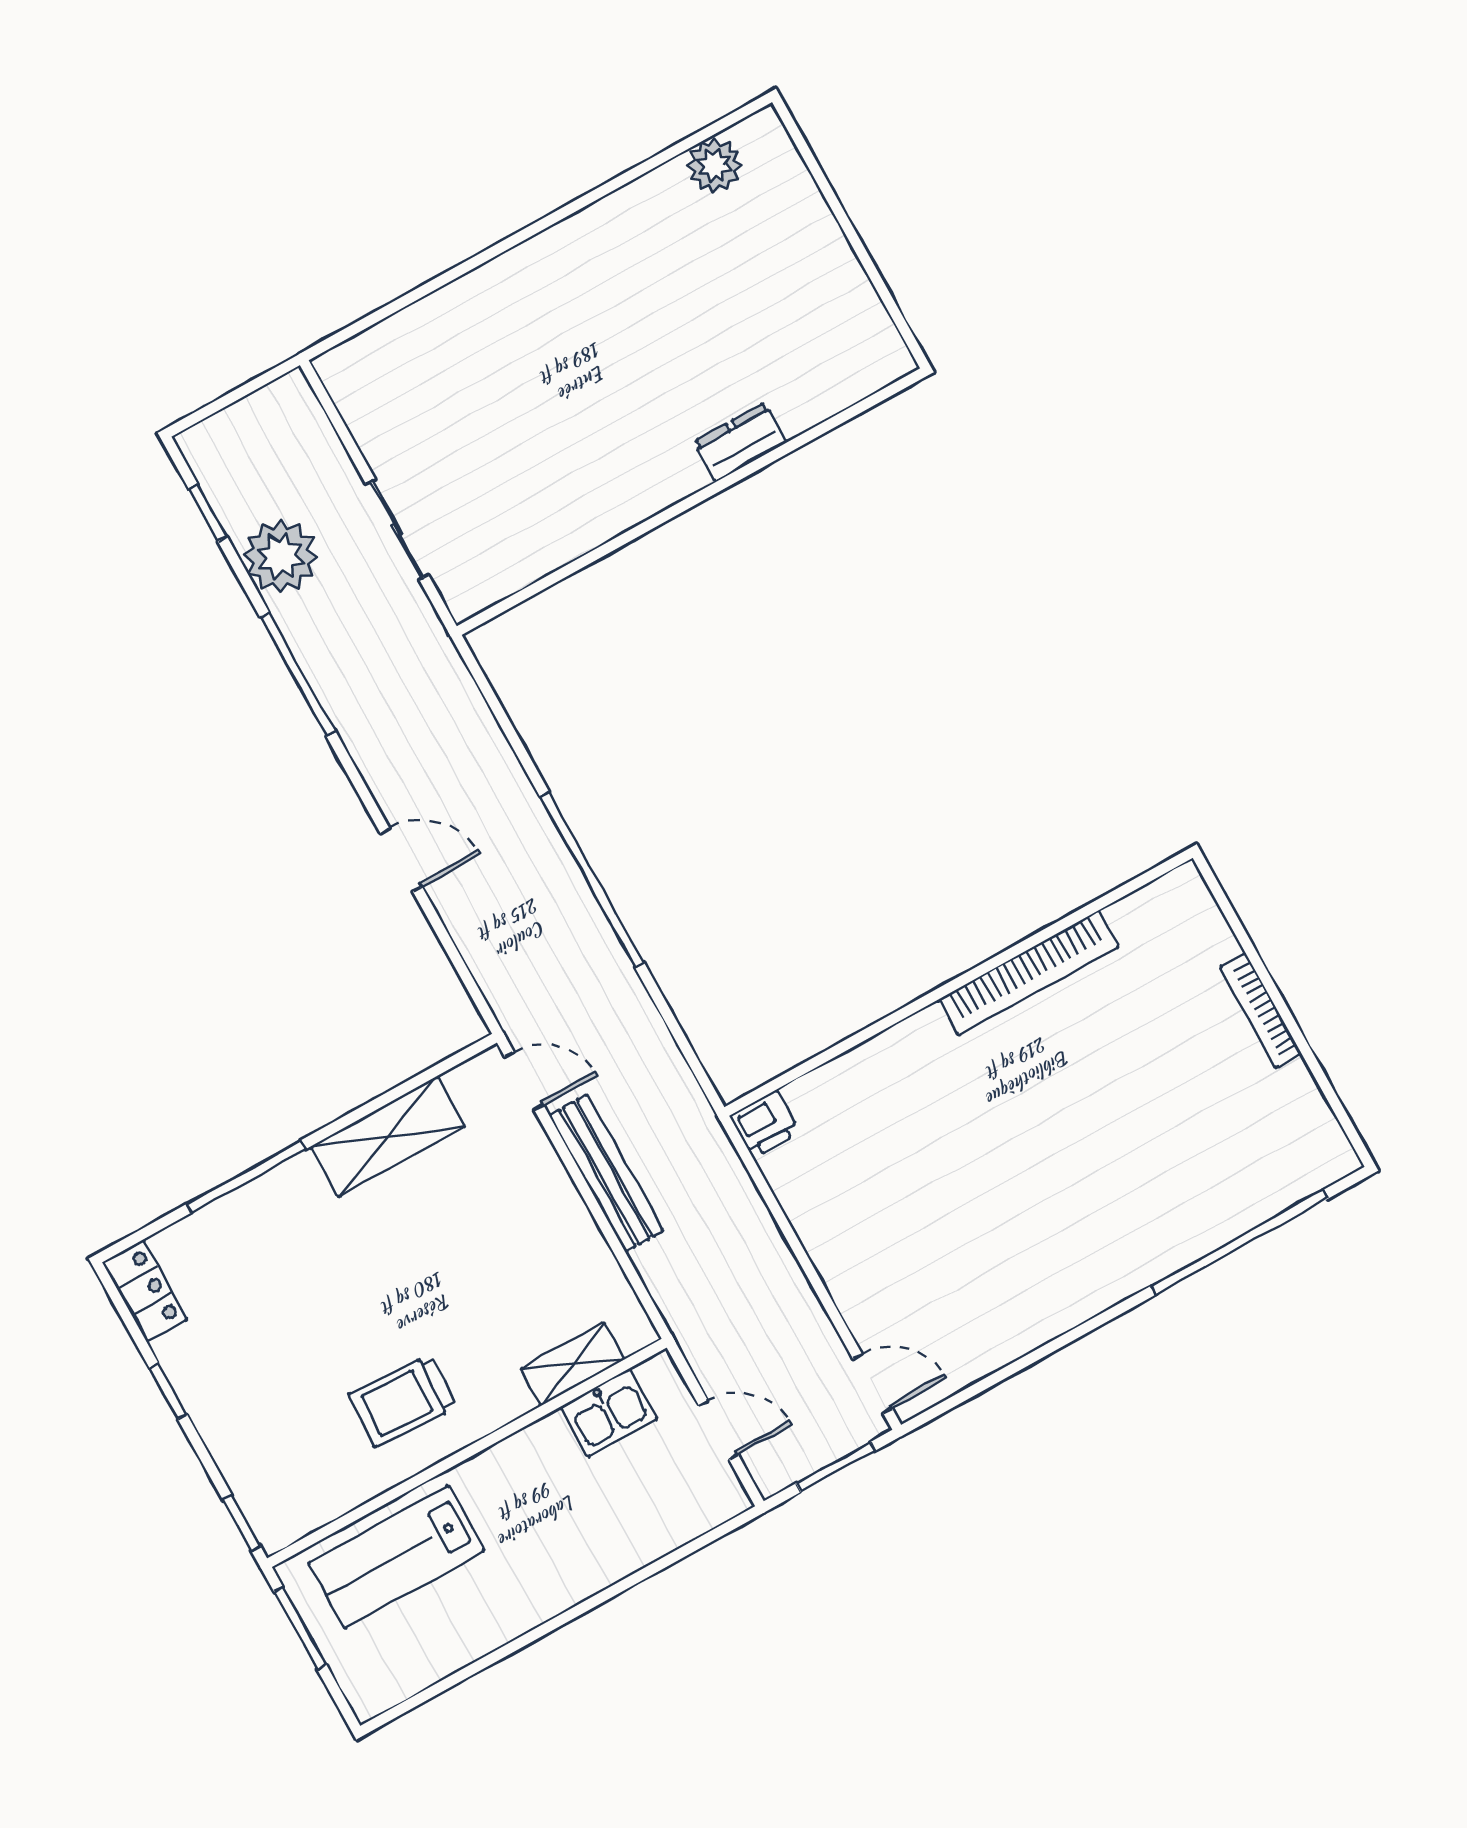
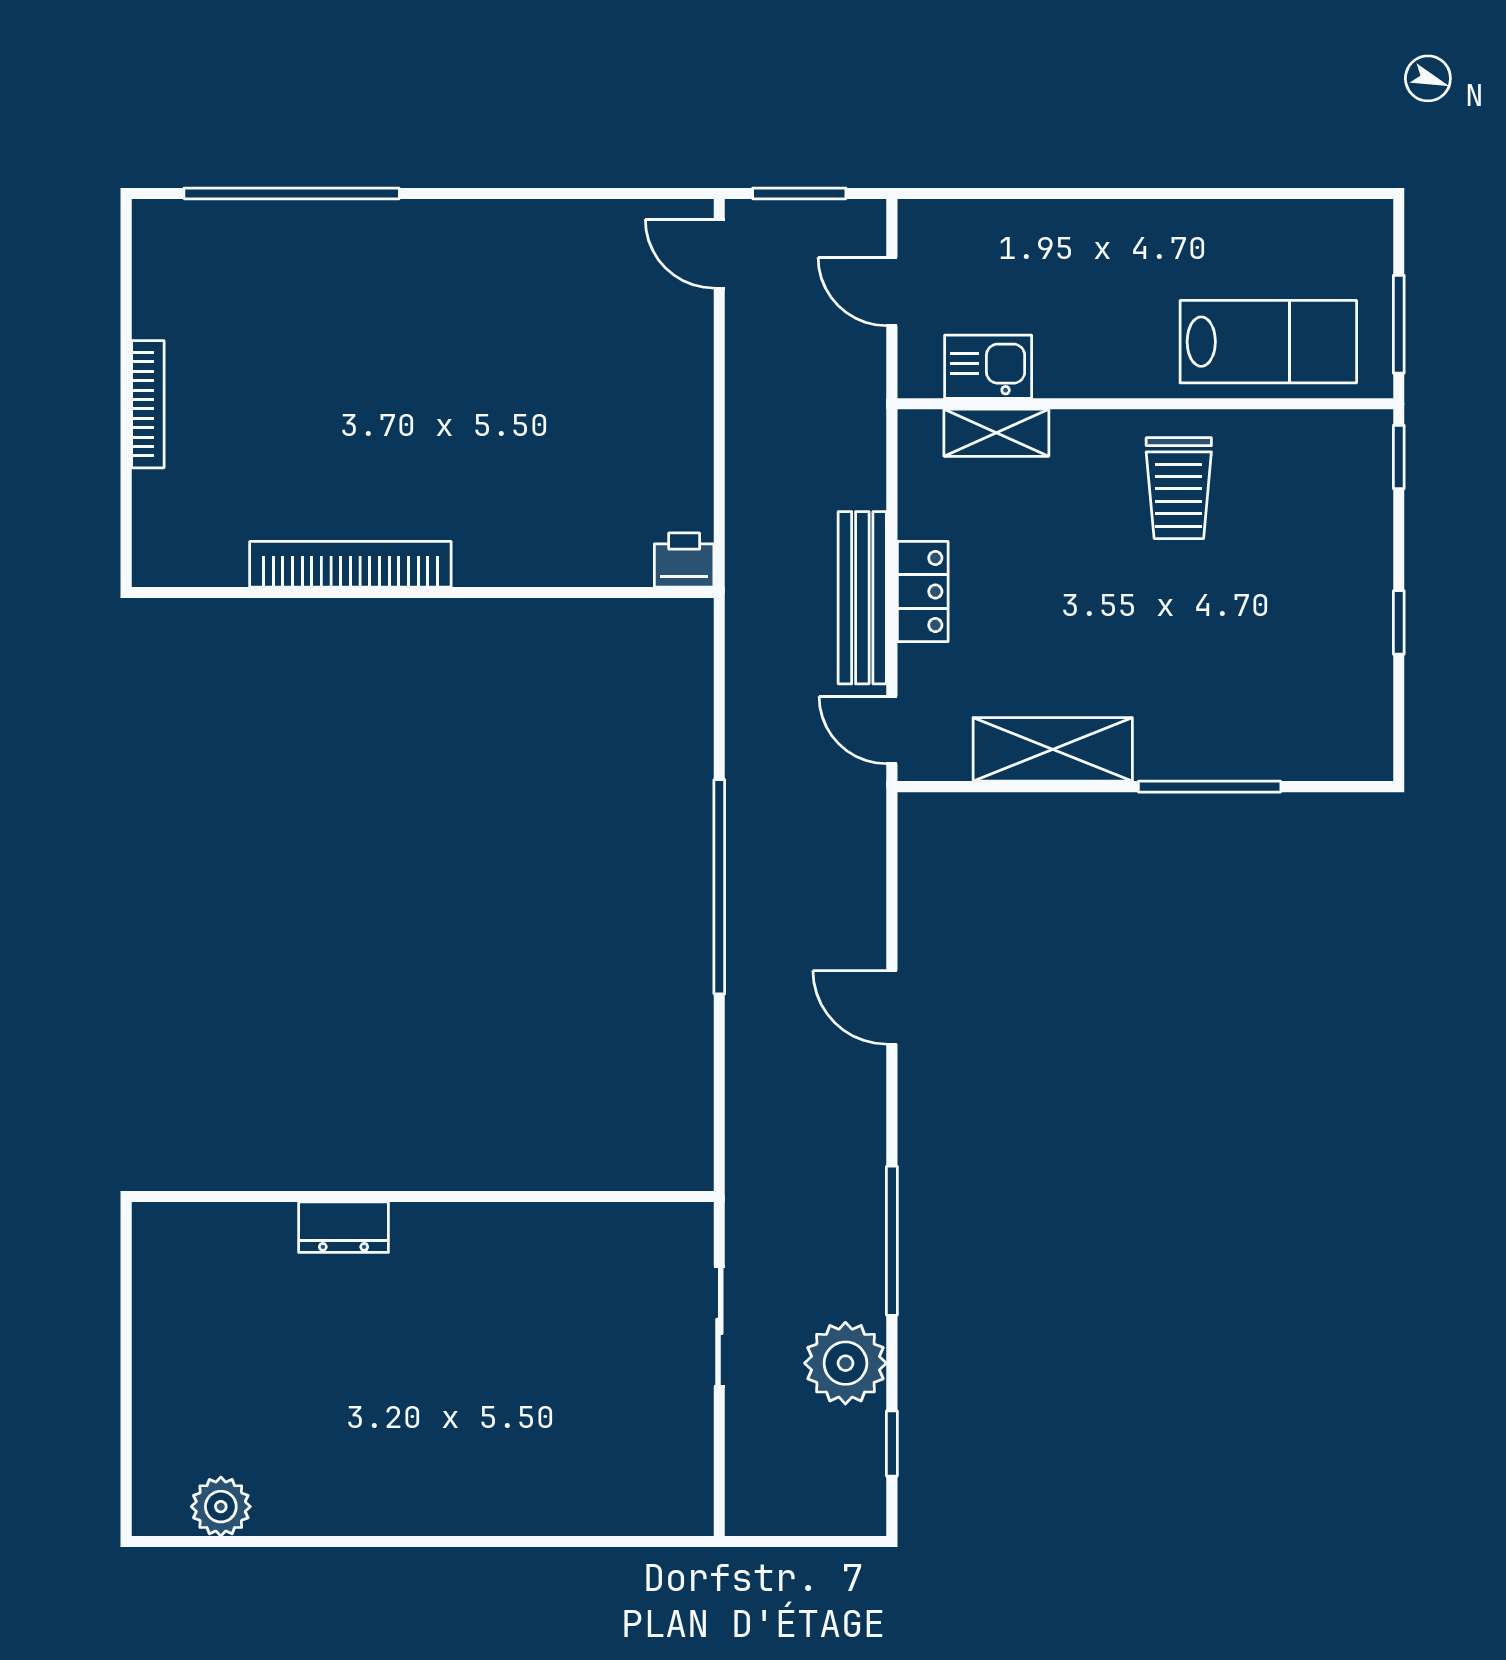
locker: (145, 1291) -> (923, 592), moved, turned 180
trolley: (403, 1401) -> (1179, 488), turned 87

